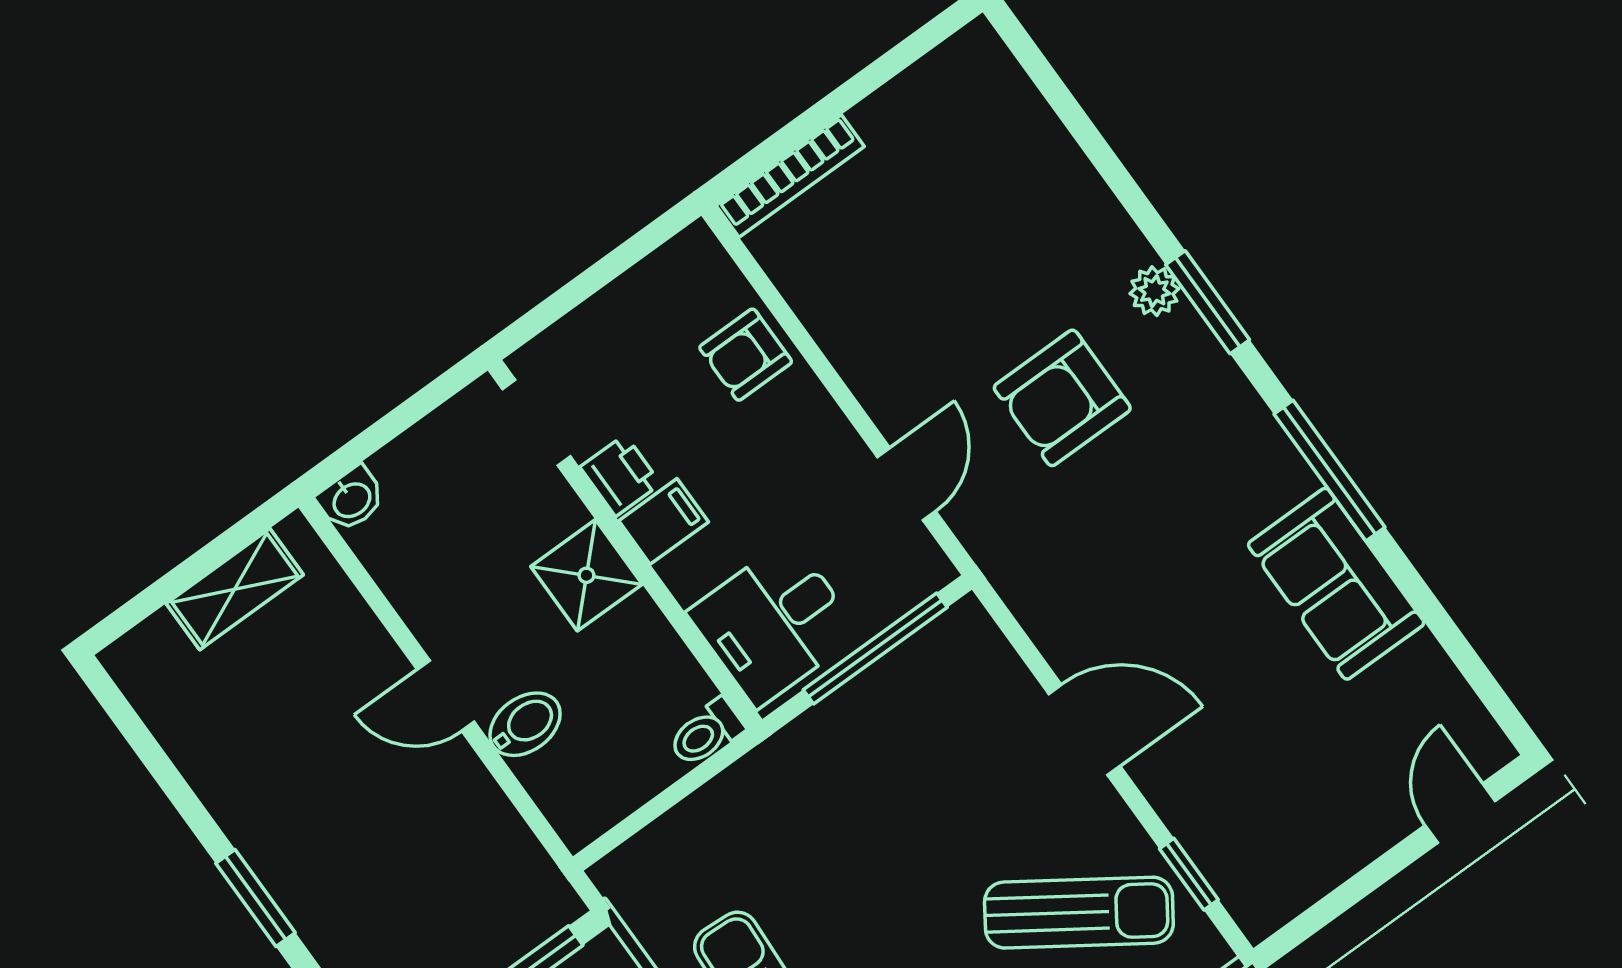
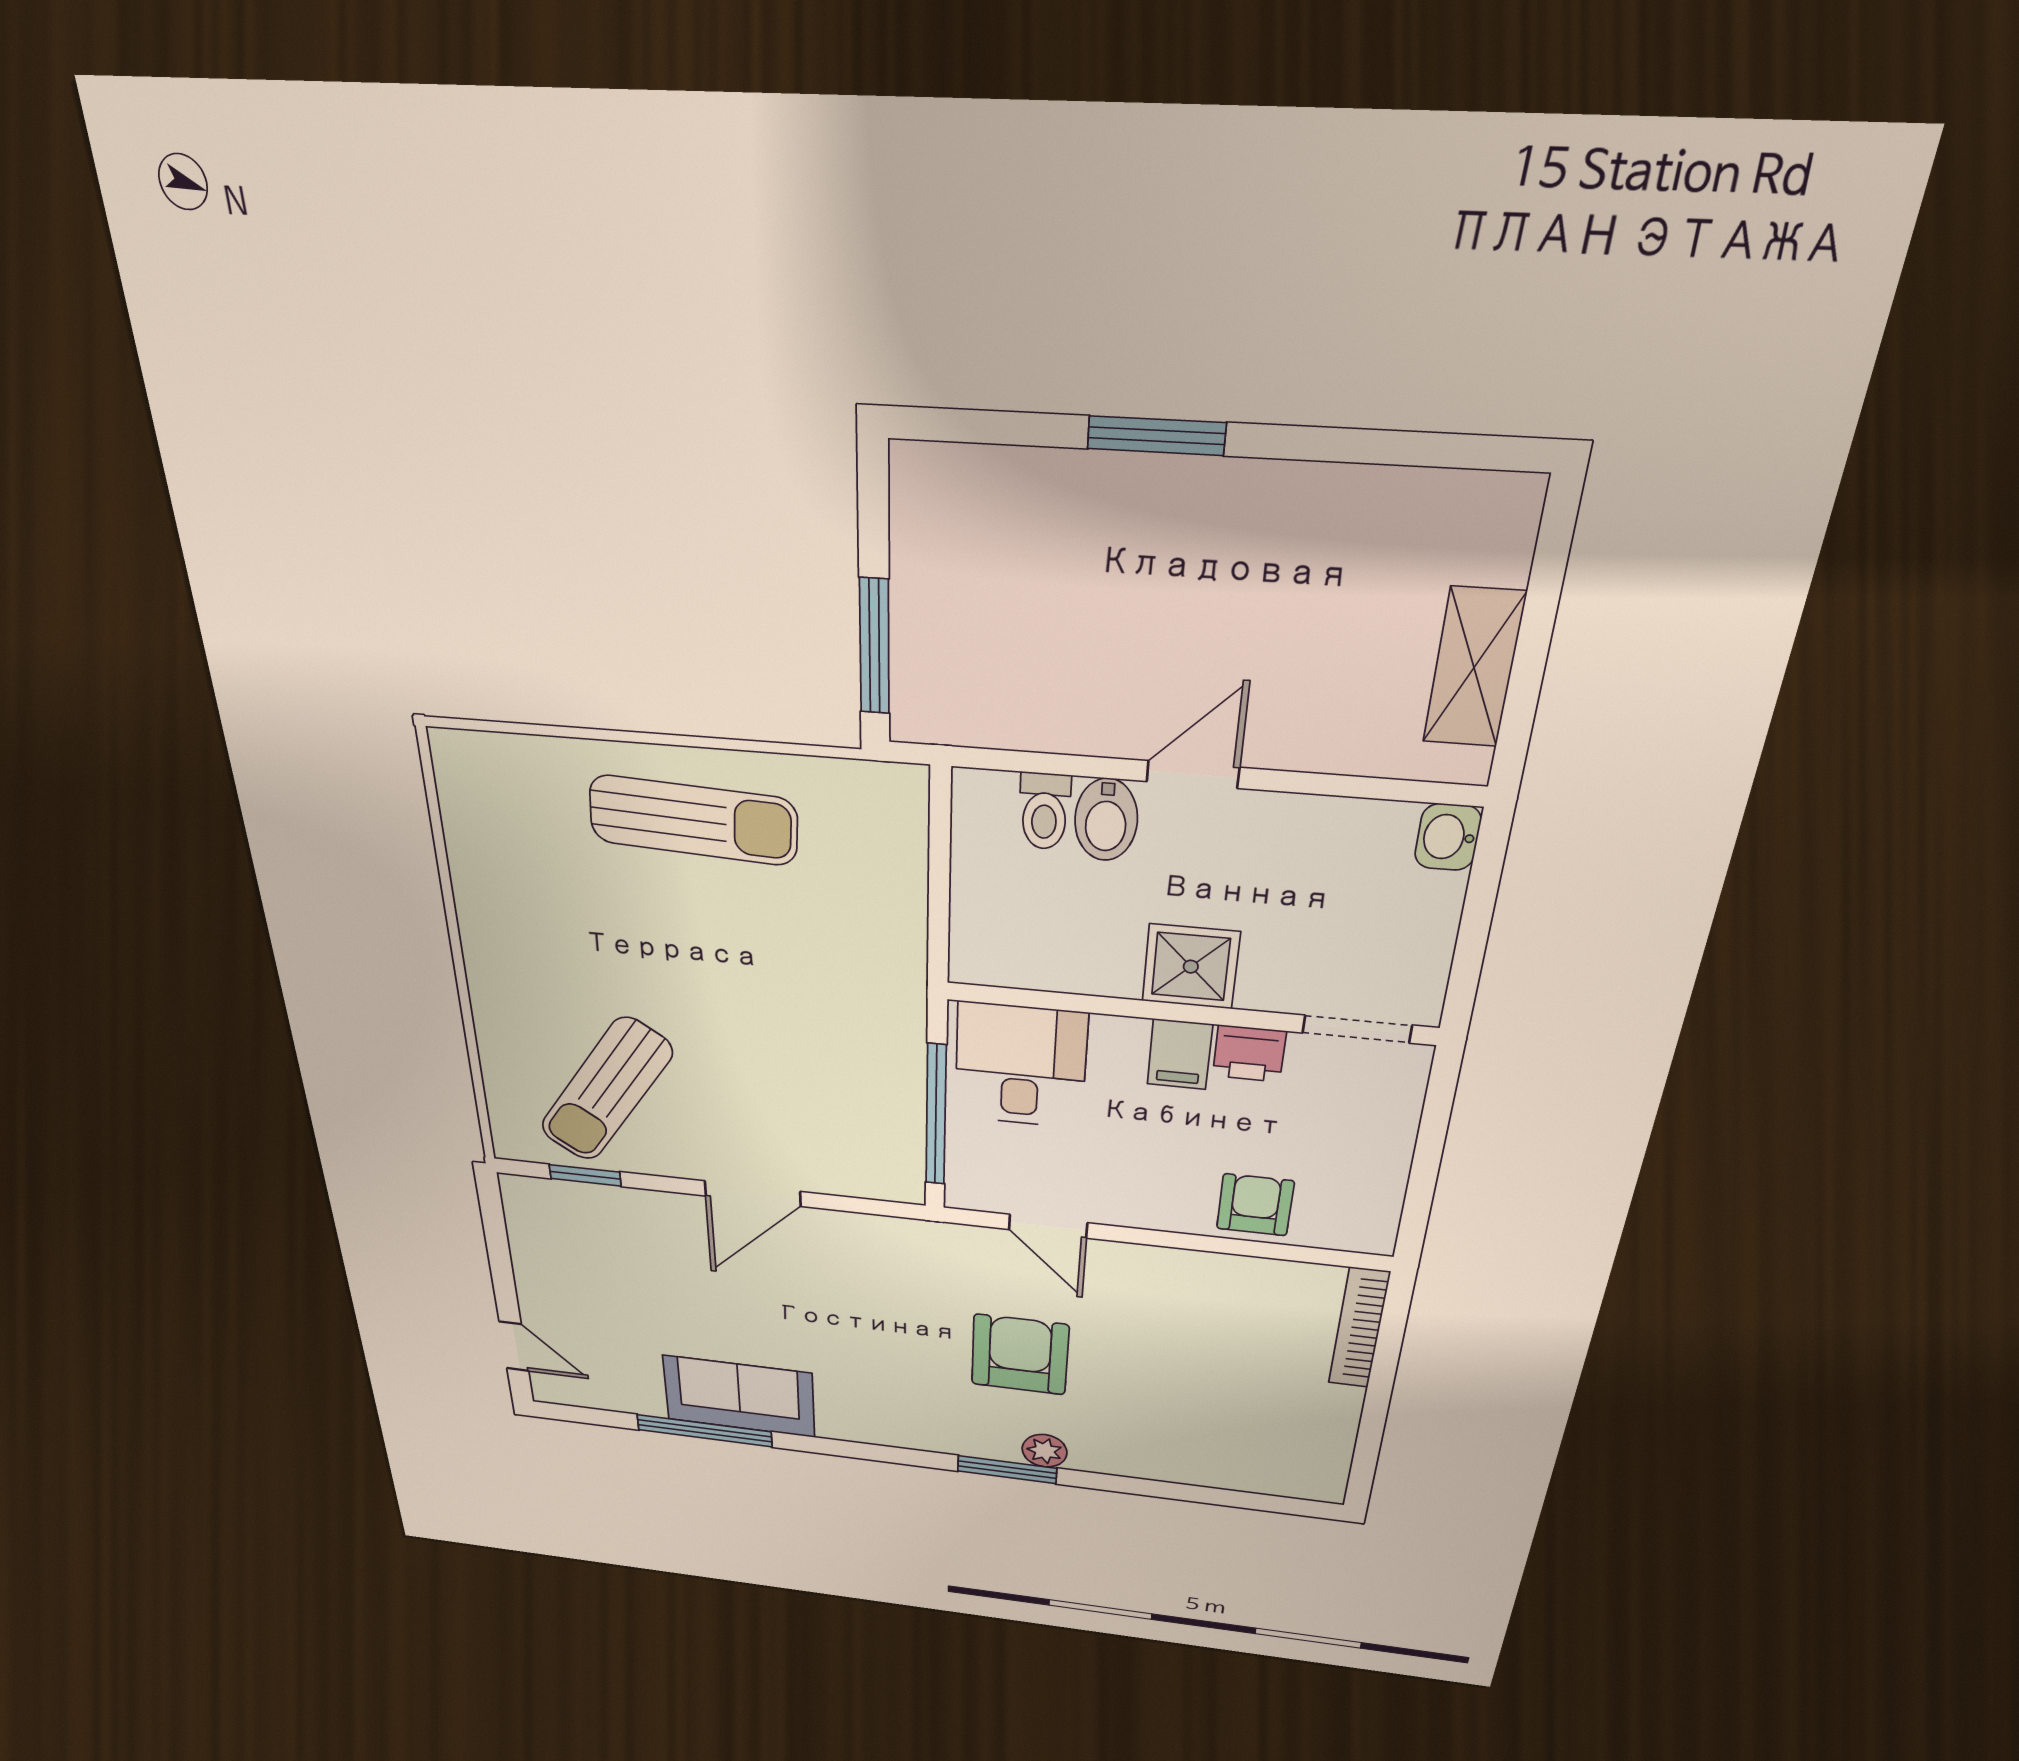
window: (1329, 471) -> (704, 1431), moved
toilet: (706, 733) -> (1044, 811), moved, turned 180

